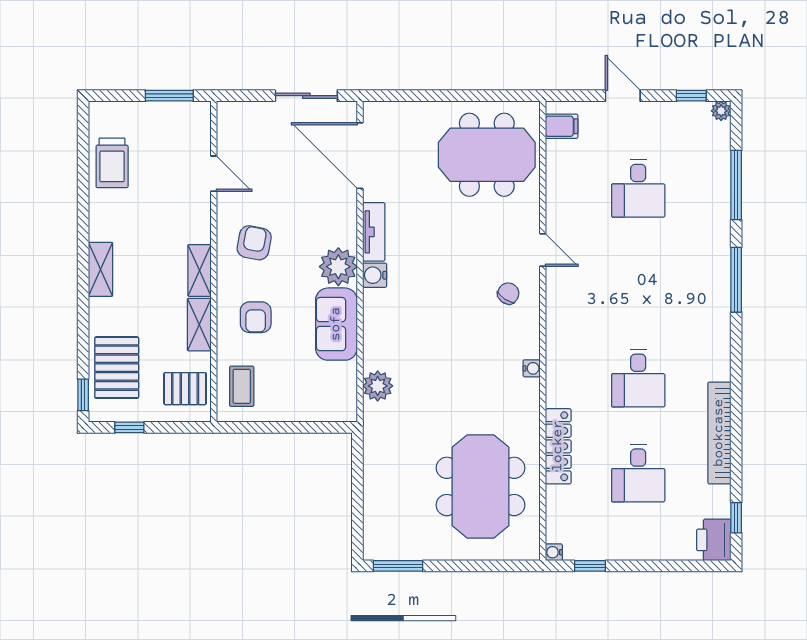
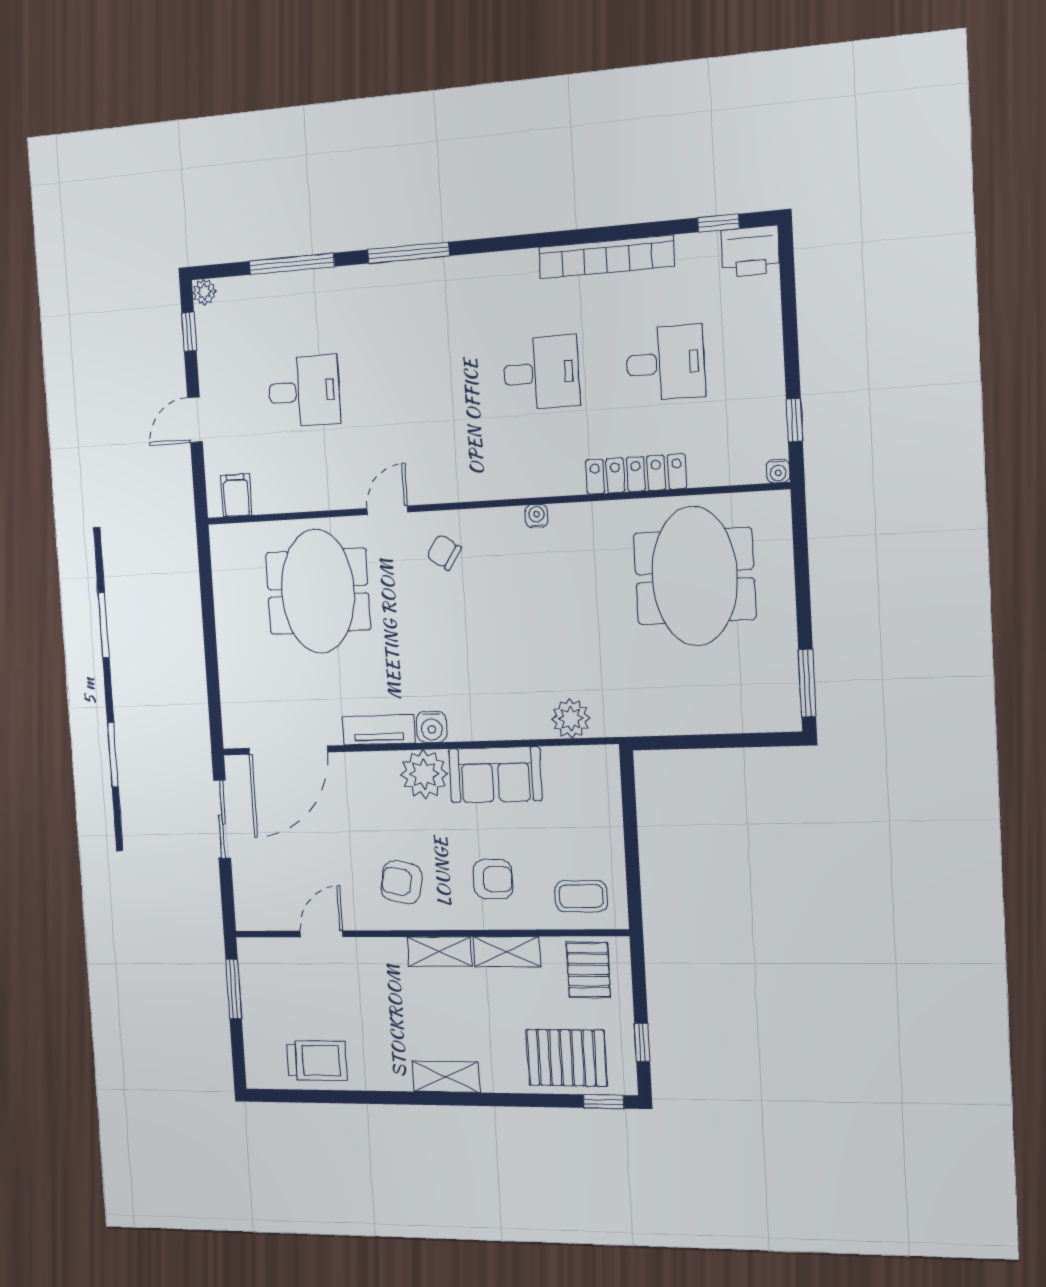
meeting table: (487, 155) -> (318, 591), moved
meeting table: (480, 486) -> (694, 576), turned 90

